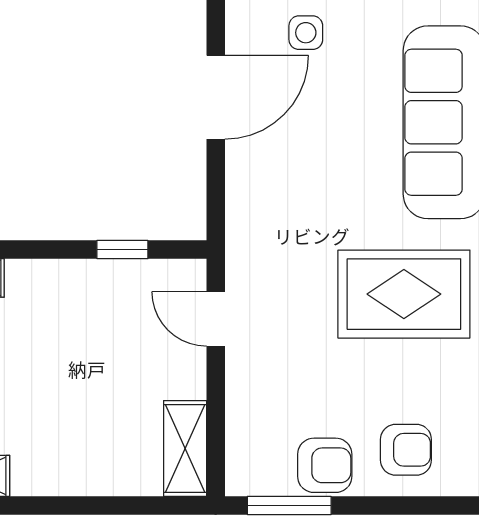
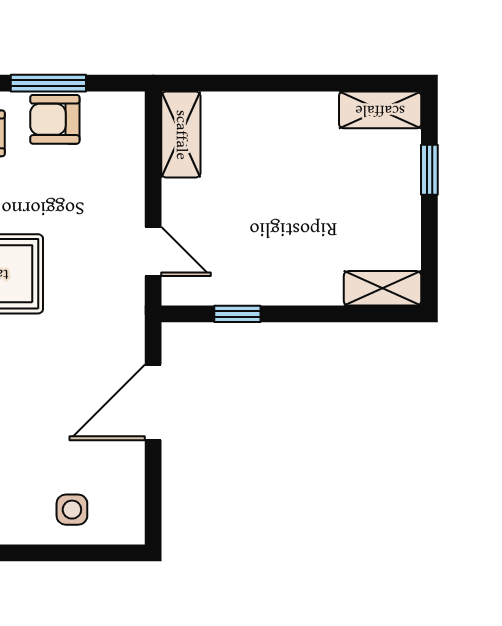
door: (216, 97) -> (153, 402), moved
window: (289, 505) -> (48, 83), moved

